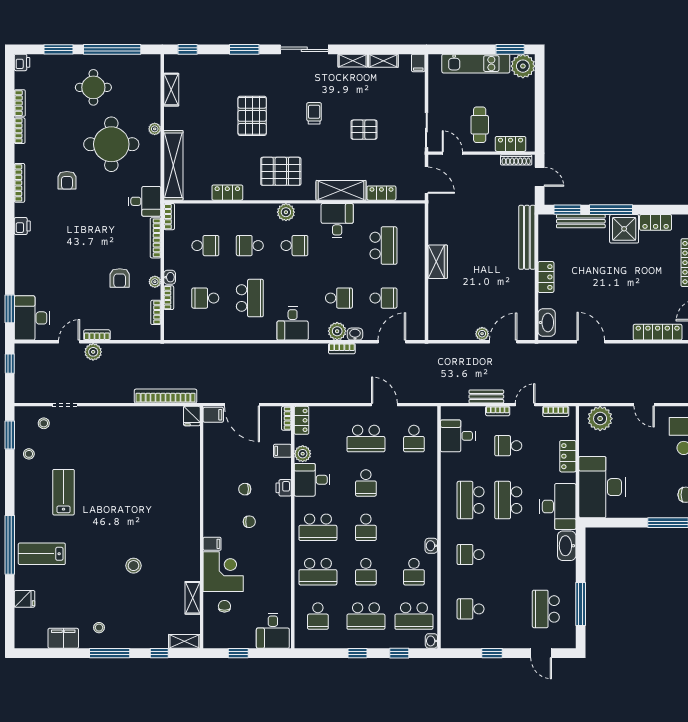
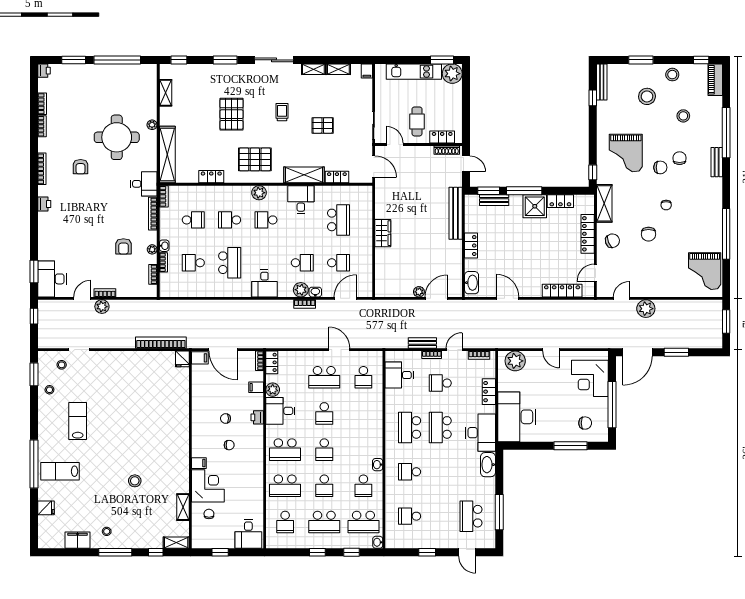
round table: (93, 87) -> (102, 91), removed
bench: (581, 221) -> (494, 200), width x0.73
school desk: (294, 246) -> (266, 220), turned 180

